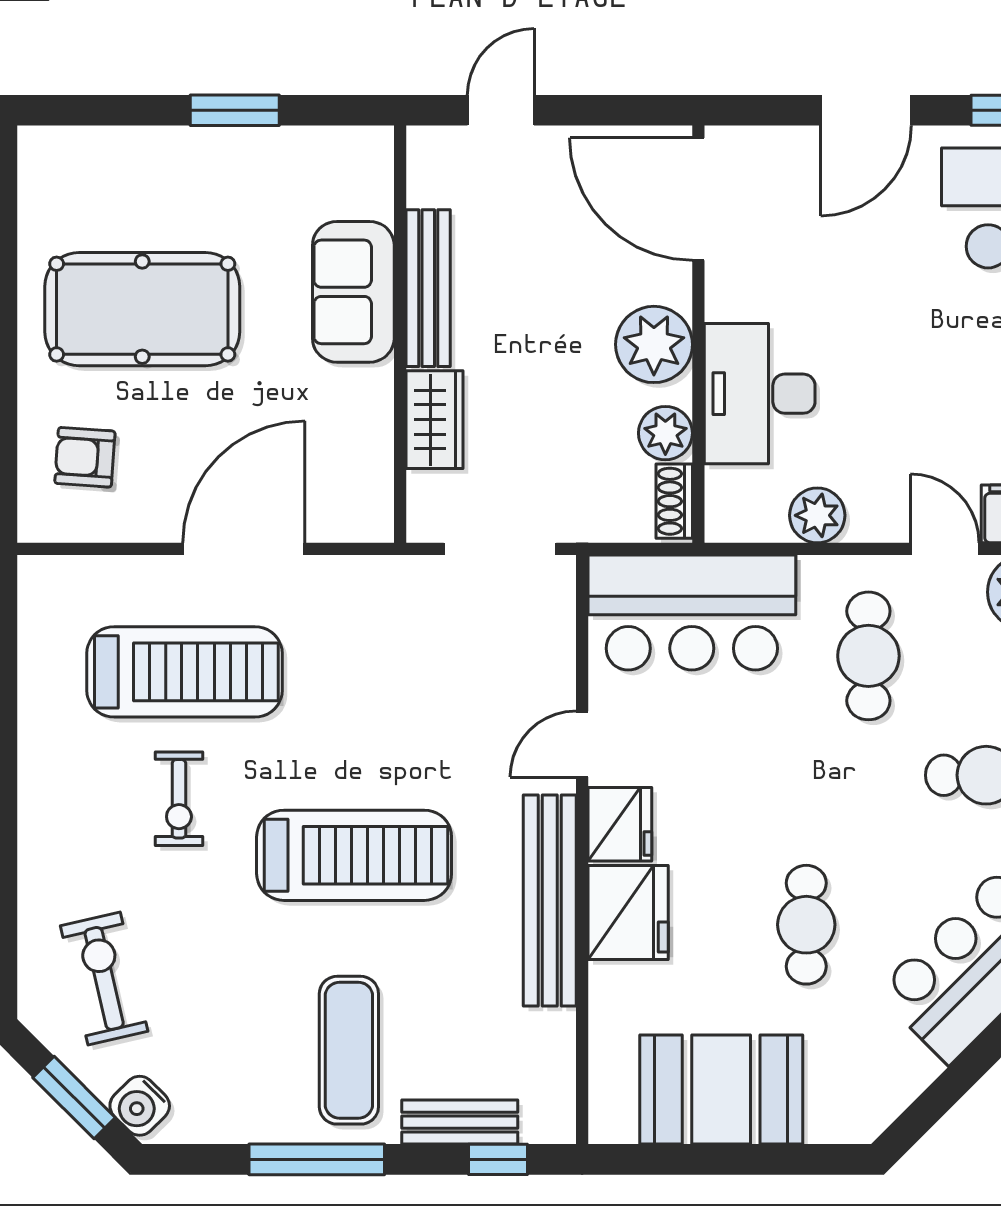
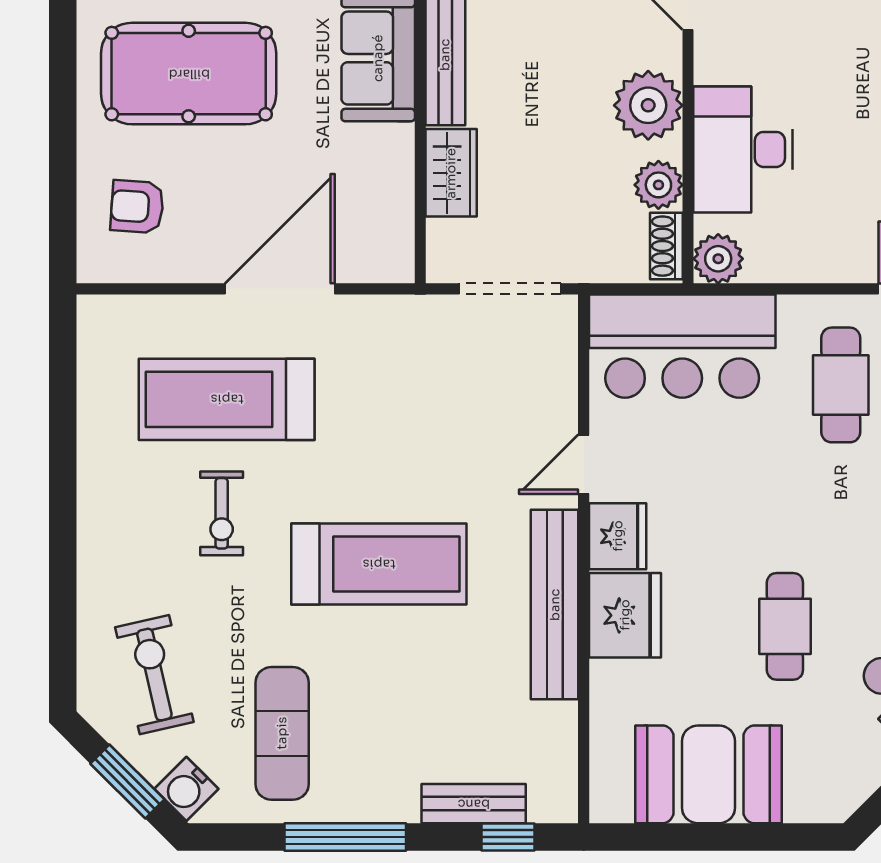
plant: (817, 515) -> (718, 259), moved
treadmill: (185, 672) -> (227, 399), turned 180
exercise mat: (349, 1050) -> (282, 733), moved

